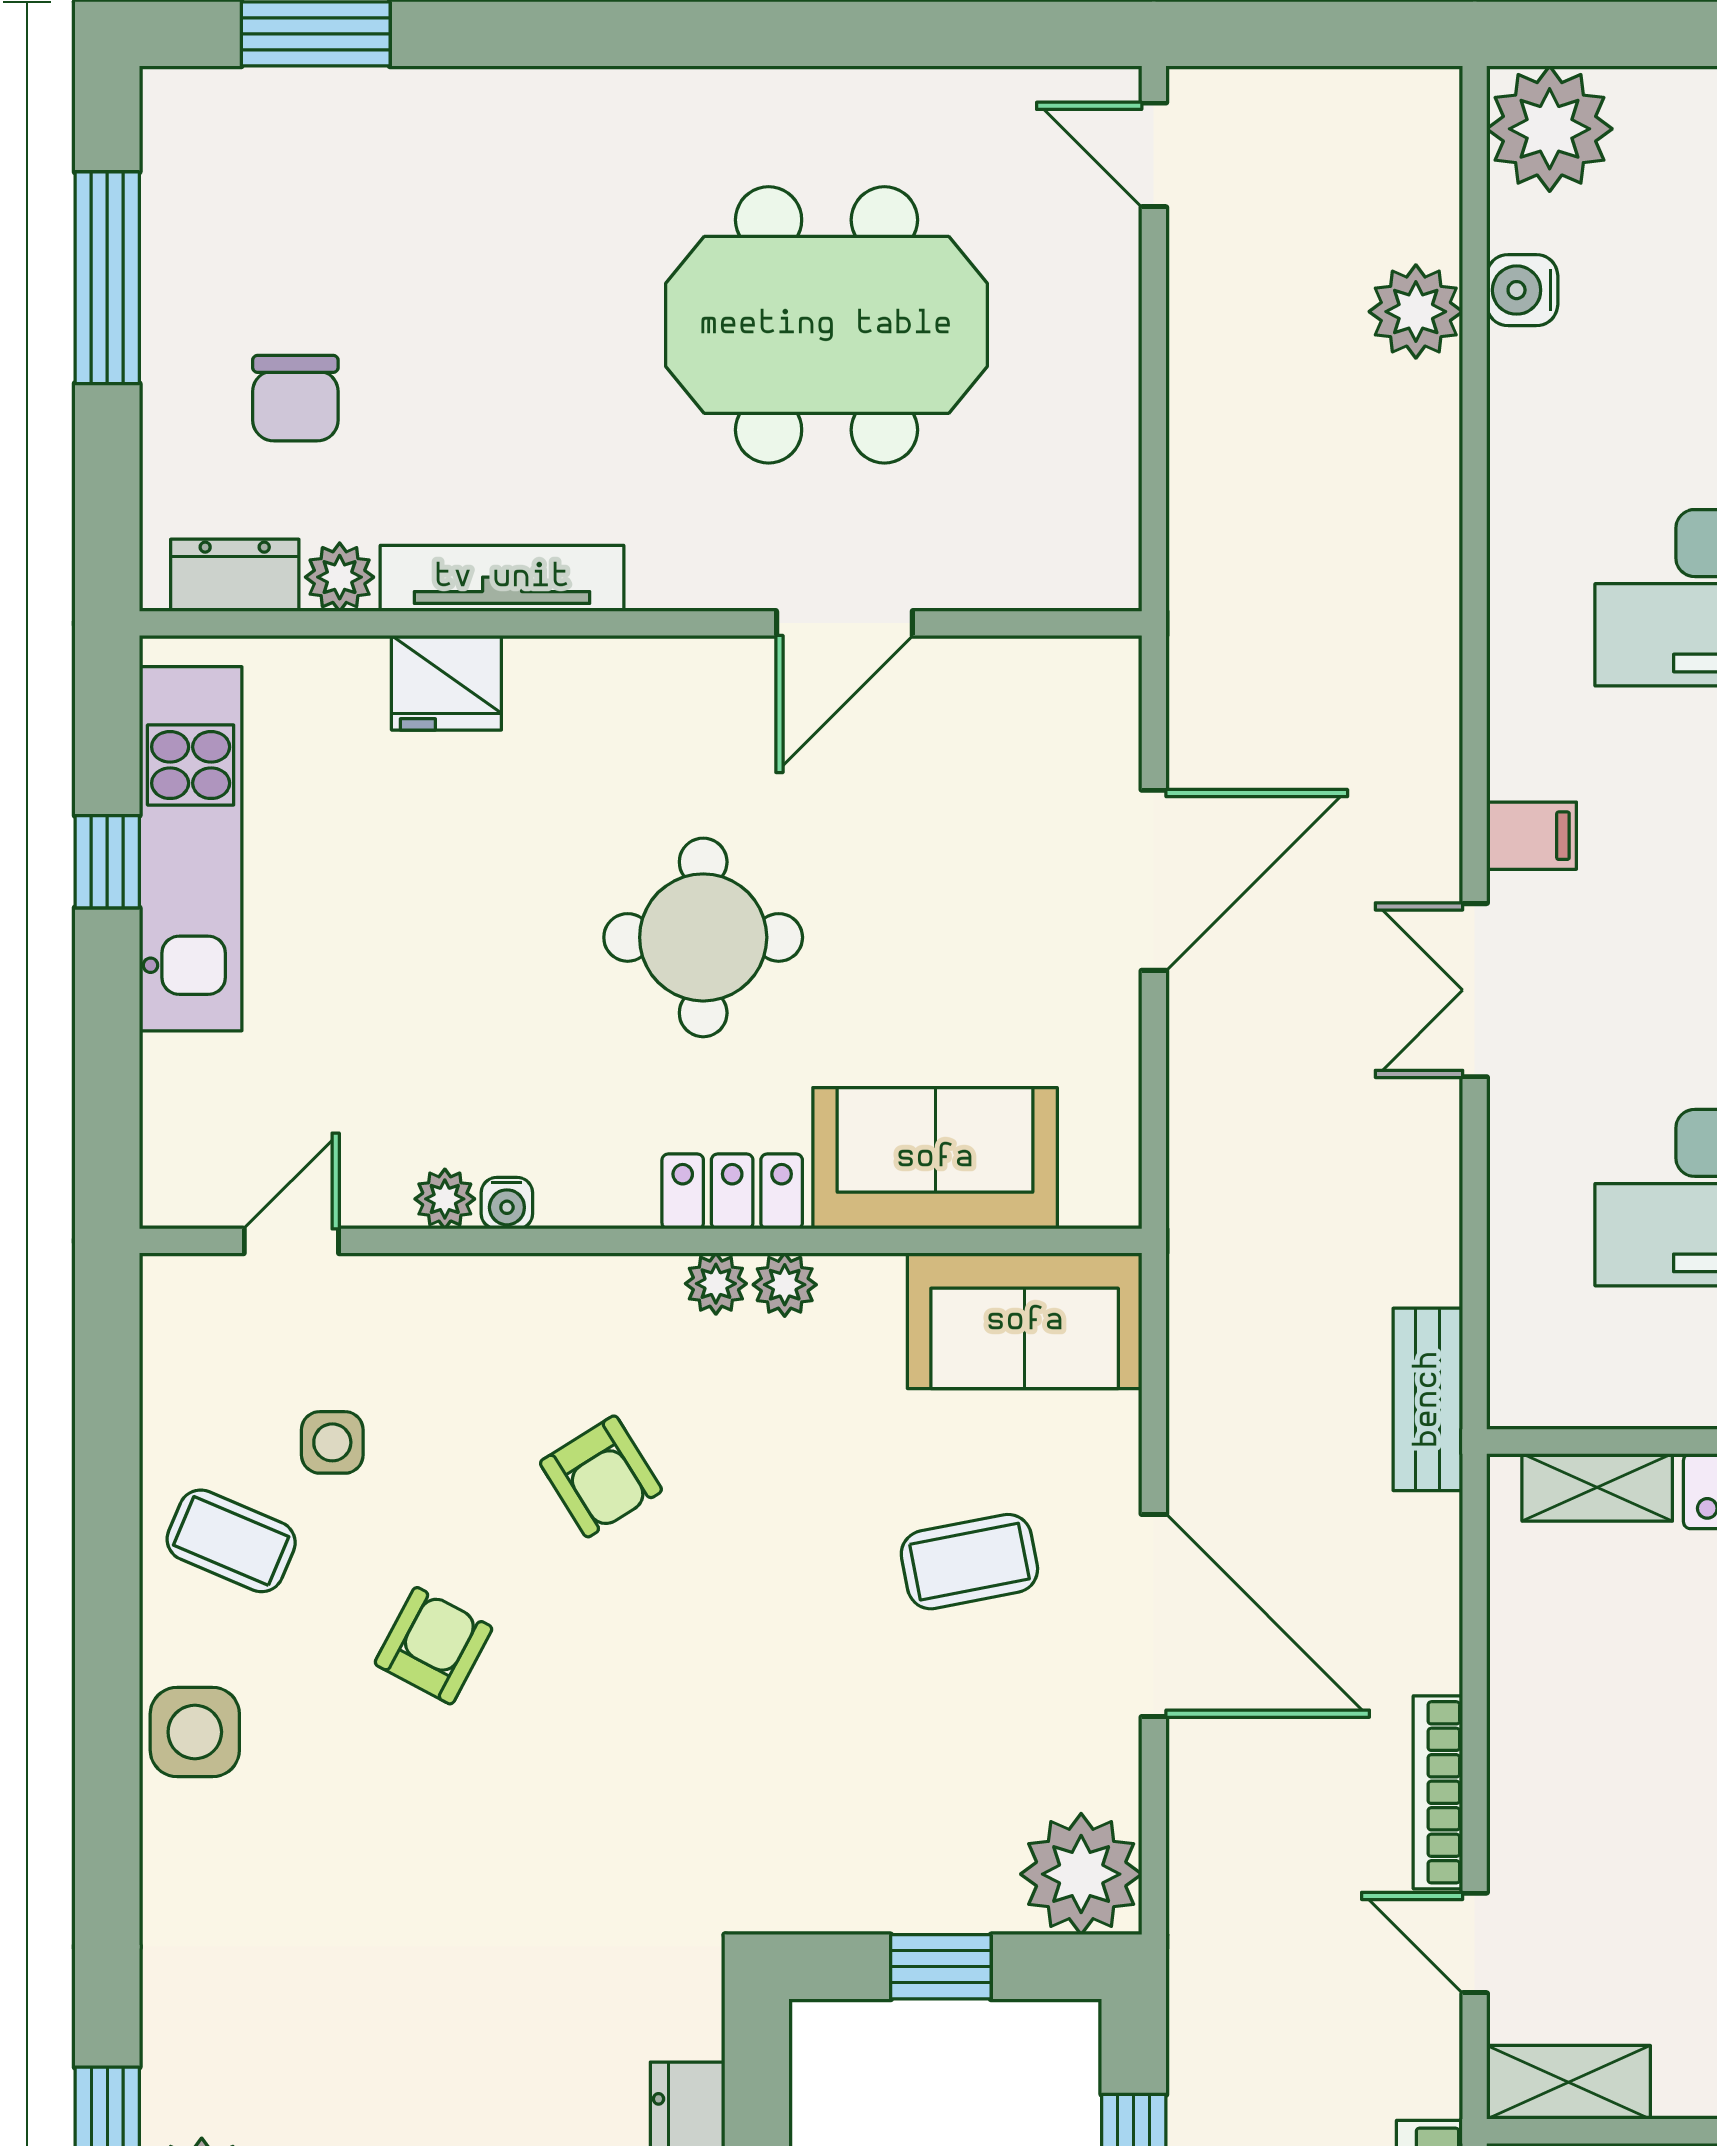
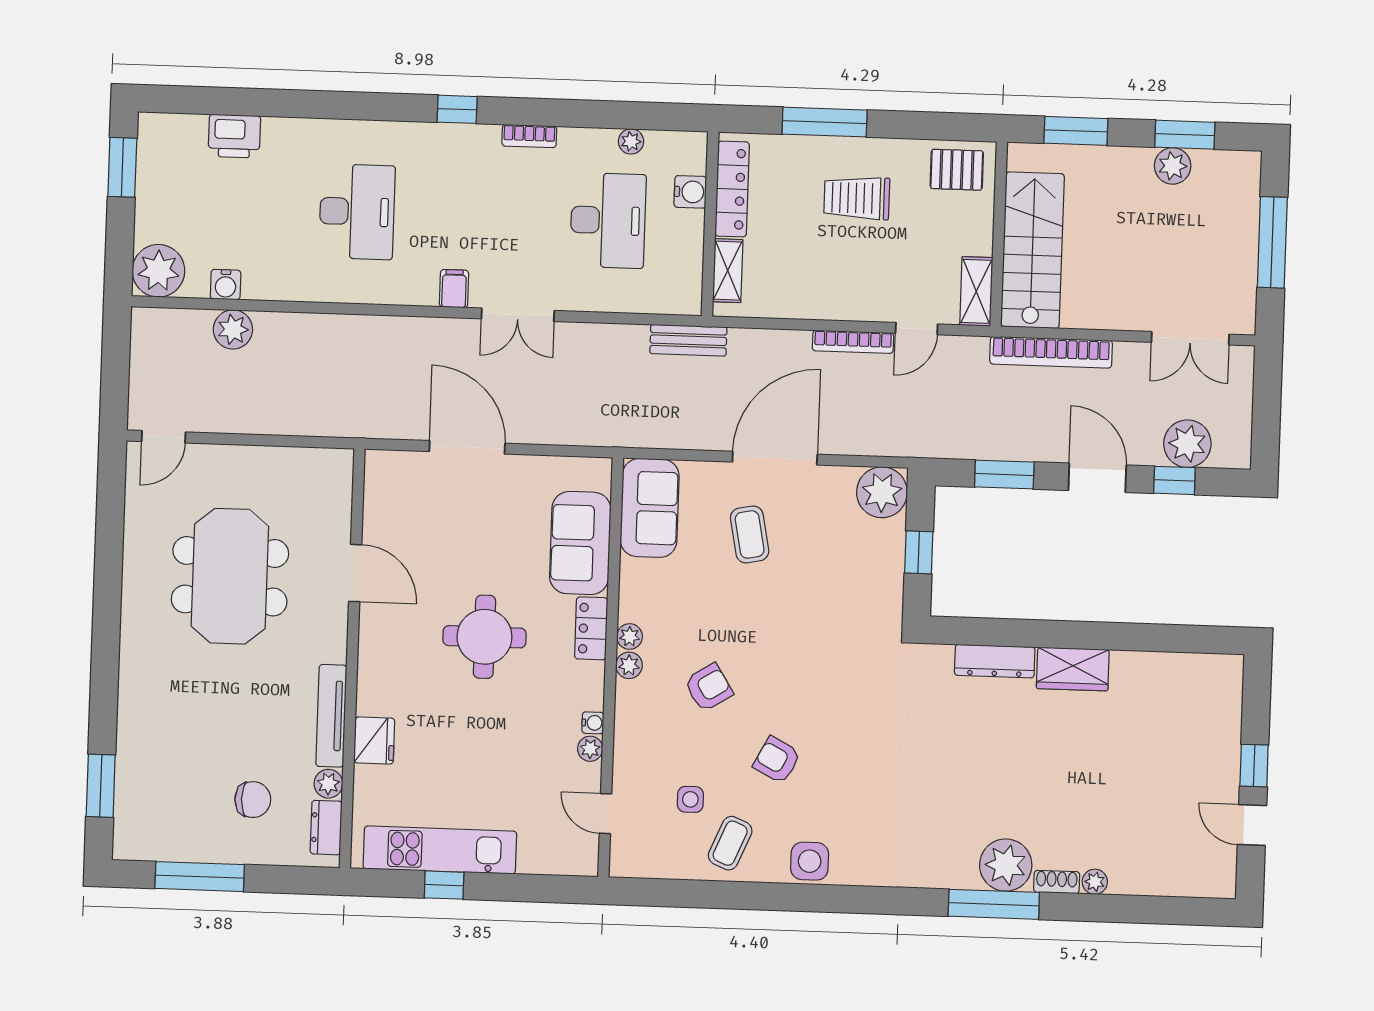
plant: (785, 1285) -> (629, 665), moved

